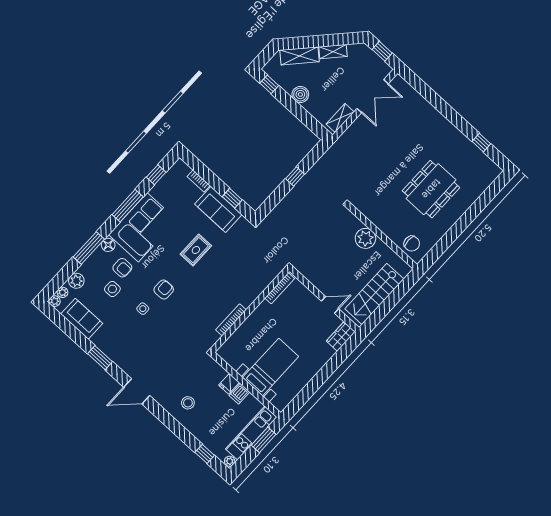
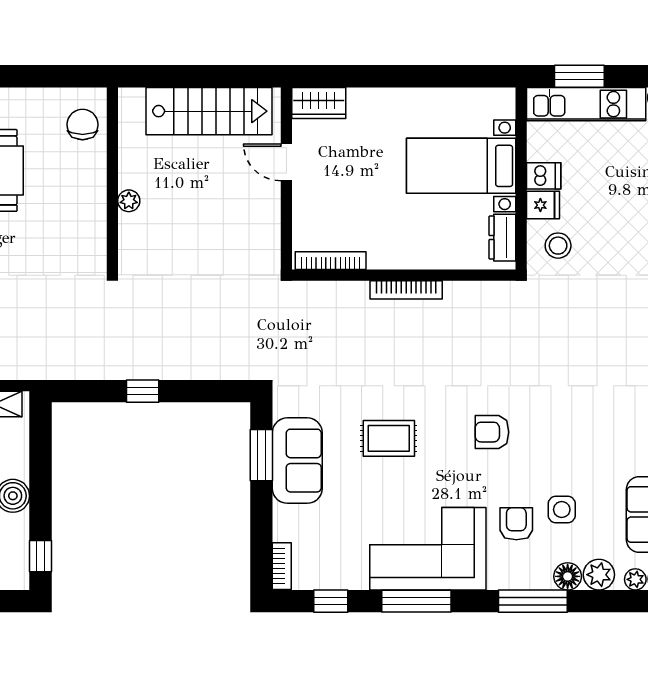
bookcase: (199, 181) -> (282, 566), moved
window: (232, 198) -> (261, 455), width x1.50
plant: (365, 238) -> (129, 201), width x0.53, depth x0.53
floor lamp: (108, 245) -> (568, 576), moved
side table: (143, 309) -> (549, 437), removed
bookcase: (231, 320) -> (406, 290), moved
dresser: (231, 358) -> (502, 238), added
stool: (188, 403) -> (558, 246), moved

